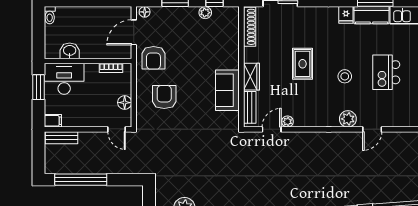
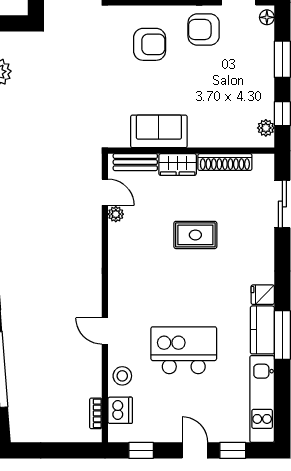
plant: (205, 13) -> (266, 128), moved
shoe rack: (250, 27) -> (225, 162), moved
kitchen island: (386, 72) -> (184, 350), width x1.37, depth x1.28
stool: (345, 76) -> (122, 376), moved
plant: (348, 119) -> (119, 297), removed

